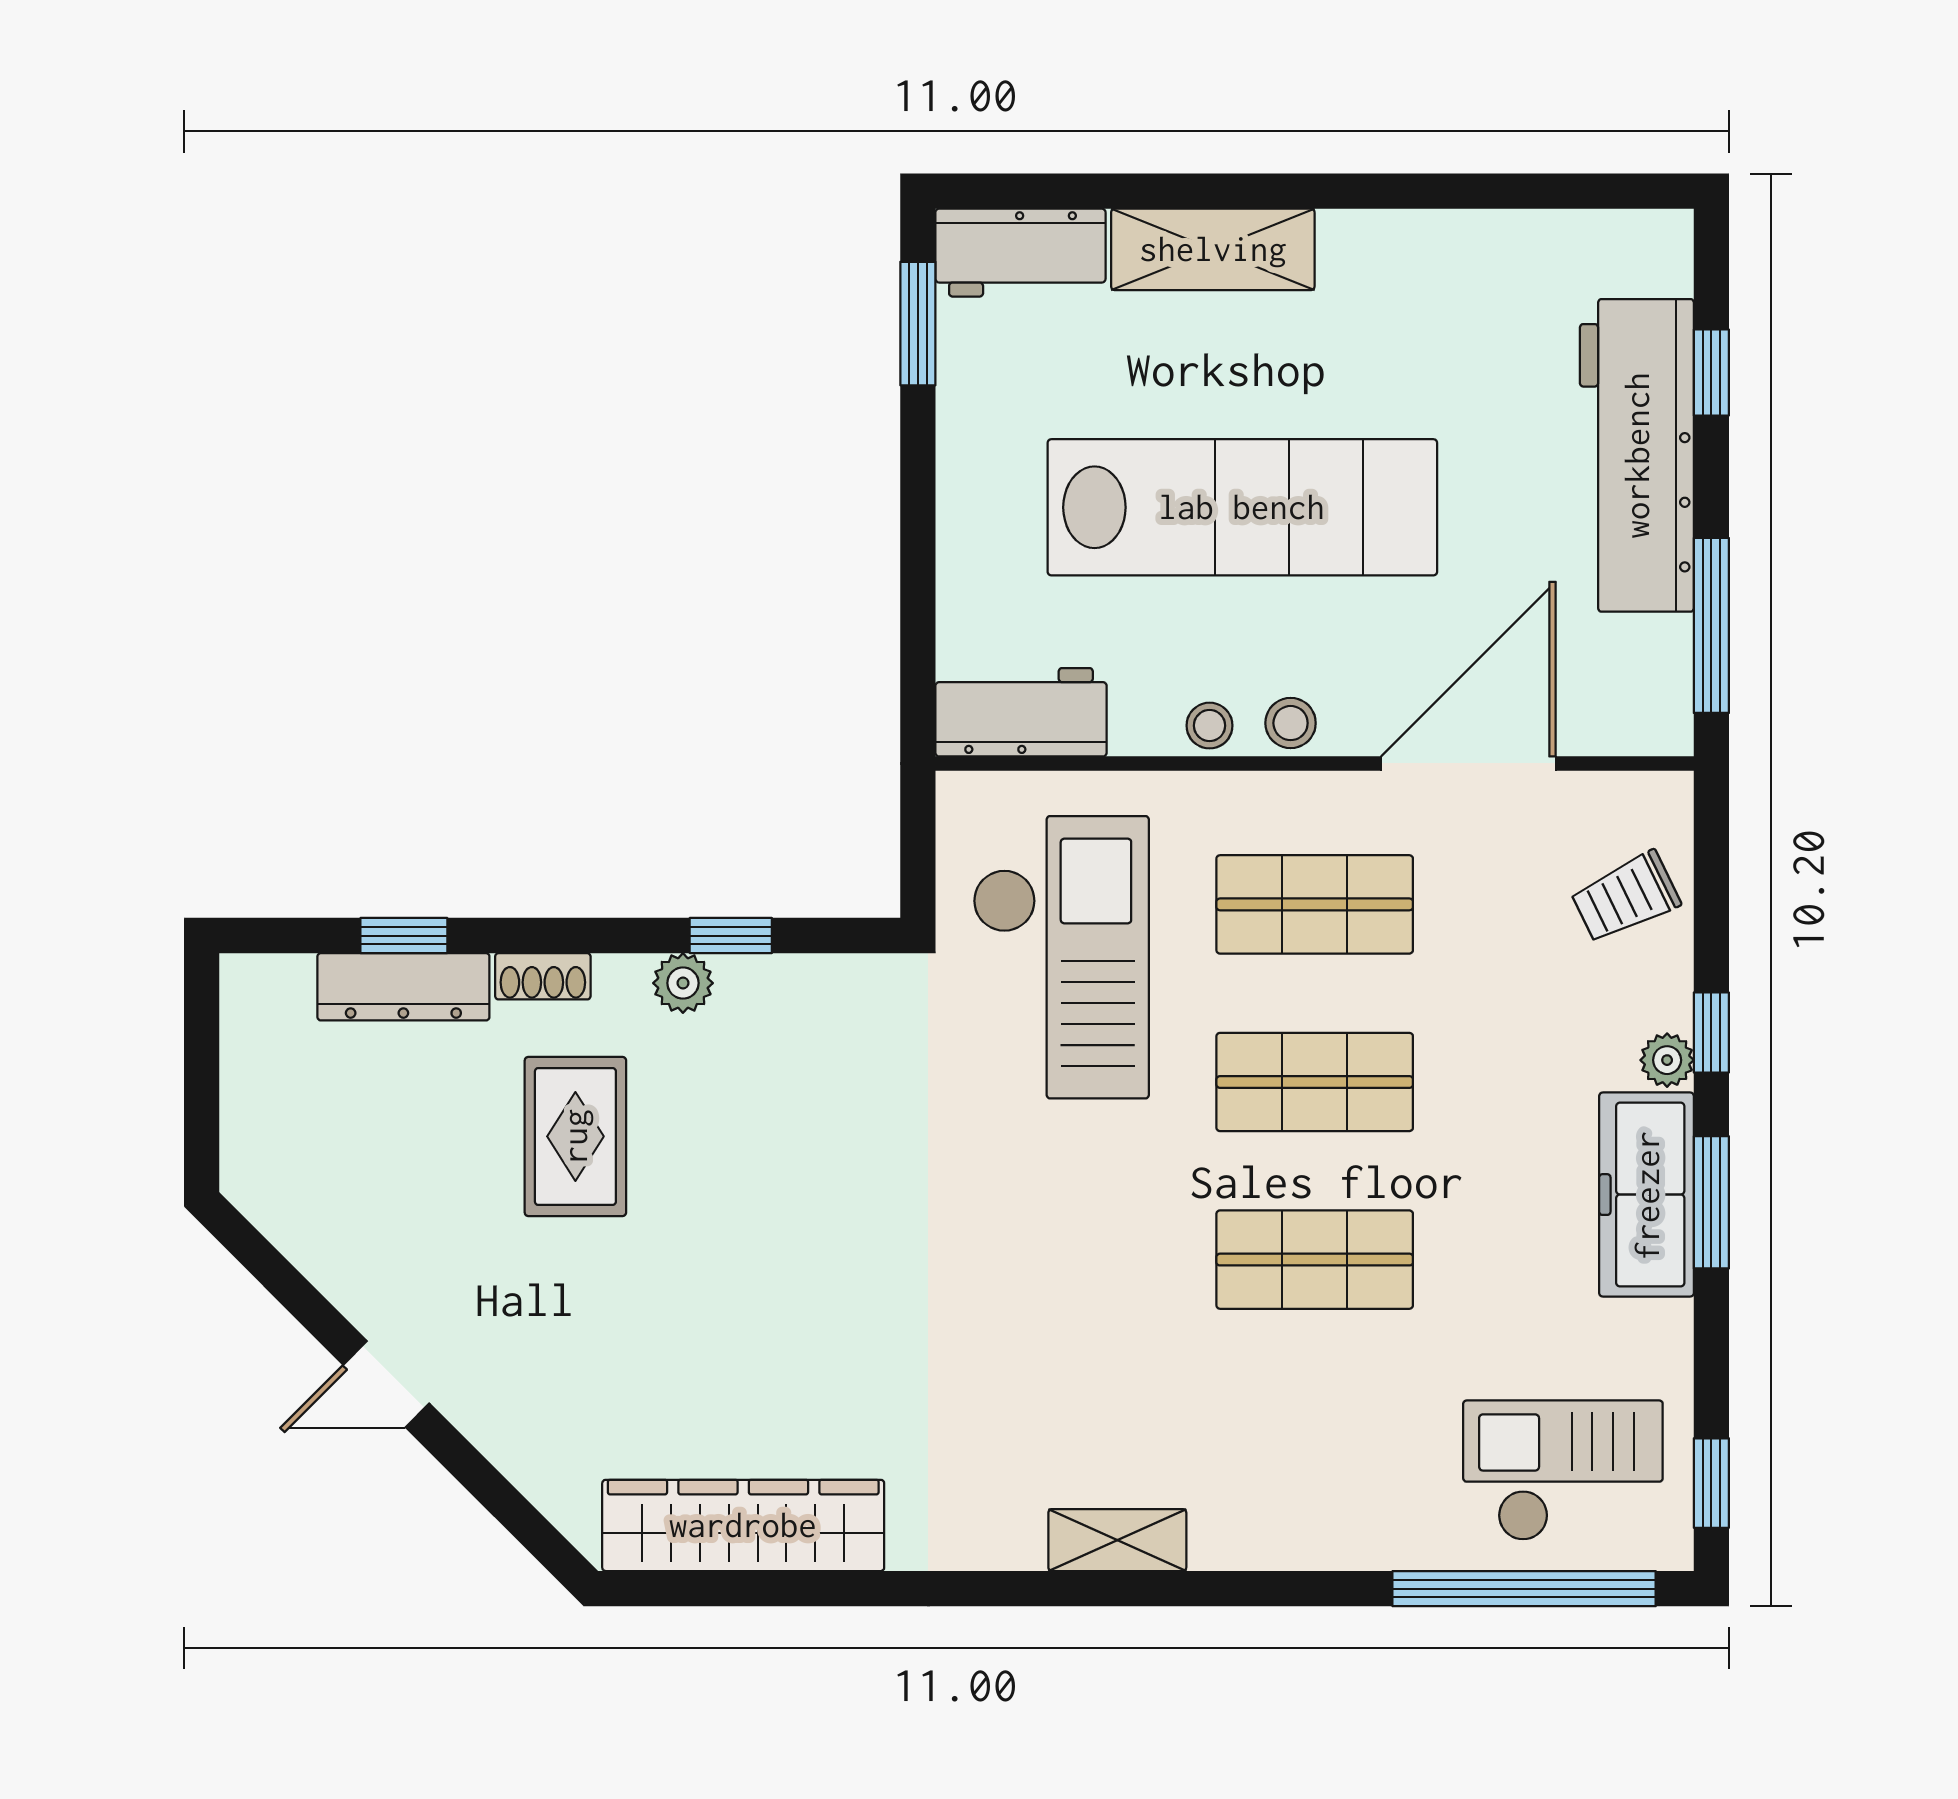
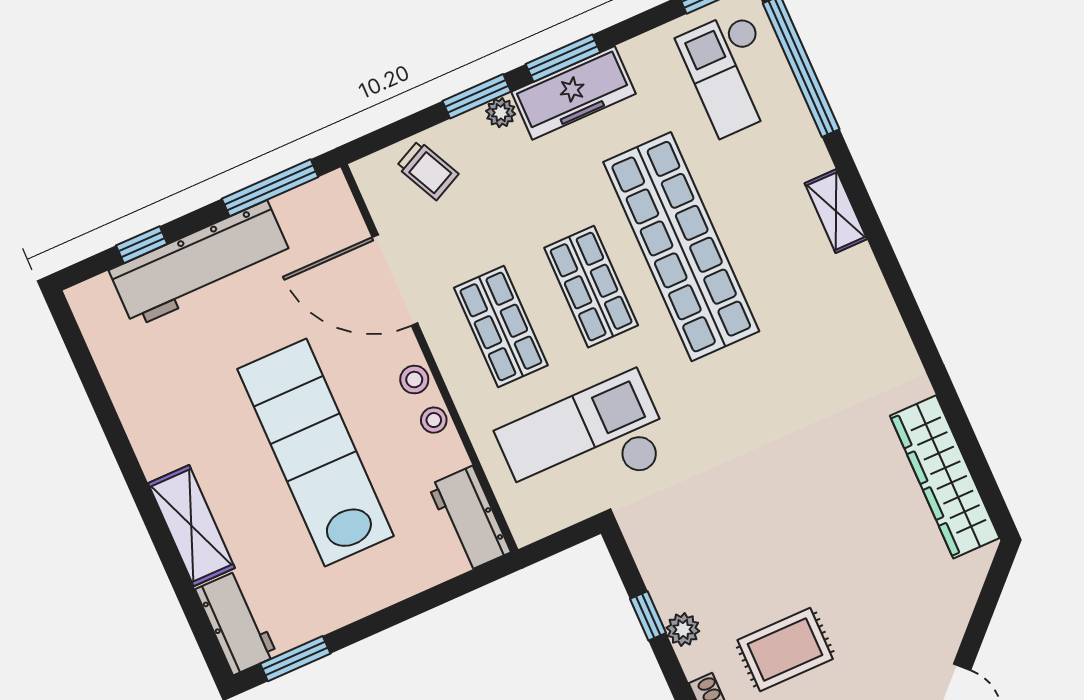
window: (1711, 1033) -> (477, 96), width x1.50
shop shelf: (1315, 1260) -> (681, 247), width x2.00, depth x1.36
shelving: (1117, 1540) -> (836, 211), moved

